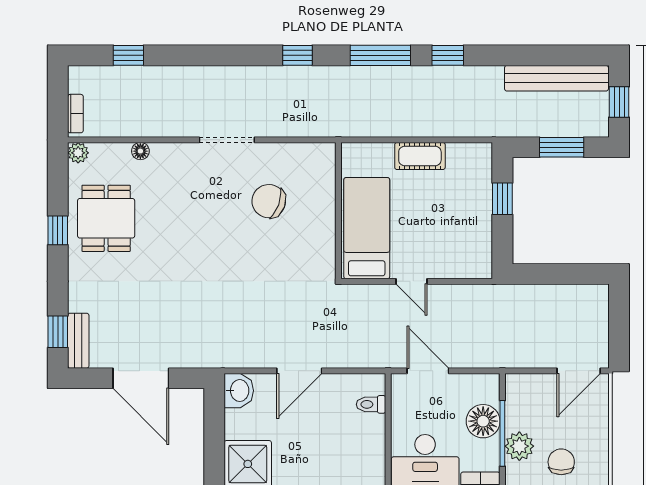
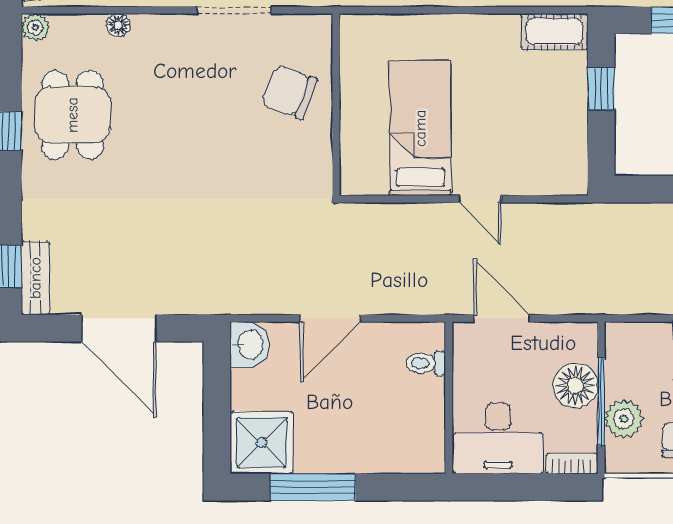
cot: (420, 156) -> (554, 32), moved
wall: (338, 211) -> (336, 105), moved

